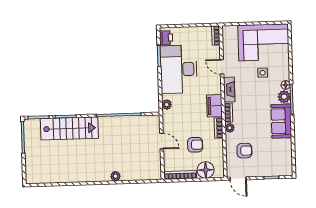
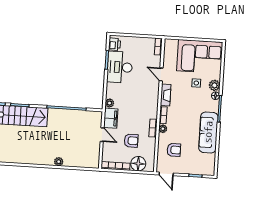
desk: (179, 69) -> (120, 67), width x0.73, depth x0.77
plant: (284, 97) -> (214, 85), moved
filing cabinet: (215, 106) -> (111, 118), moved, turned 180
sofa: (281, 121) -> (208, 132), width x1.36

